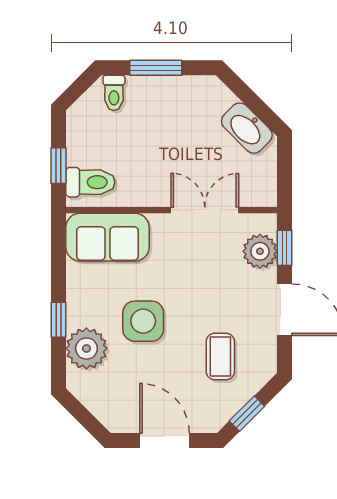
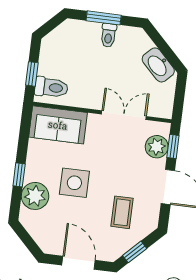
toilet: (114, 93) -> (108, 35), moved

